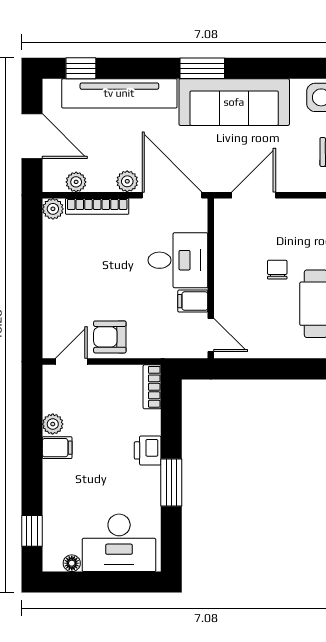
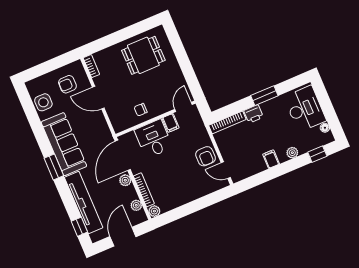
door: (254, 195) -> (98, 98), moved
chair: (277, 270) -> (141, 110), moved
bookcase: (152, 387) -> (227, 122), width x1.56
plant: (53, 424) -> (292, 153), moved

